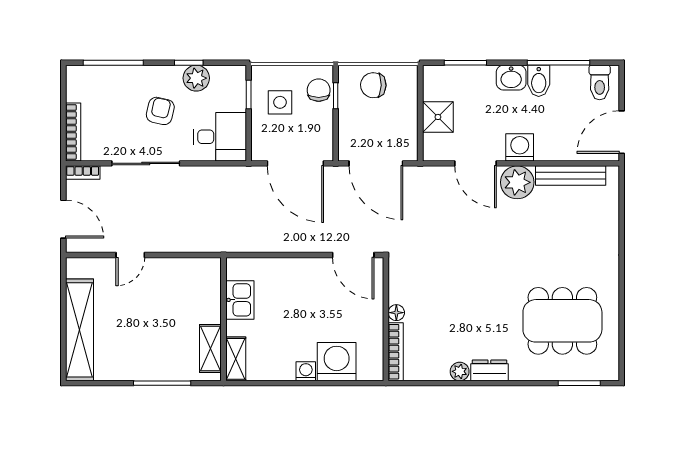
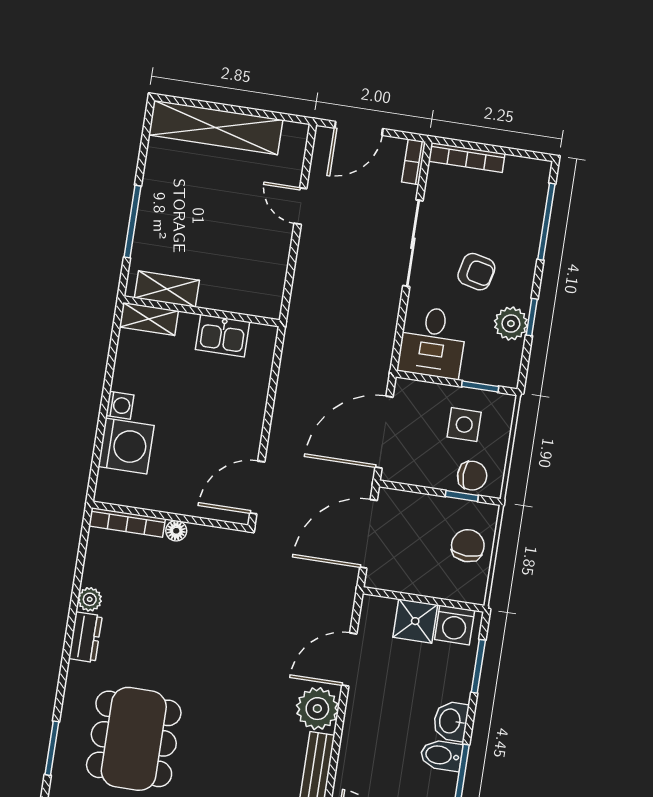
washing machine: (520, 147) -> (455, 625), moved, turned 90

